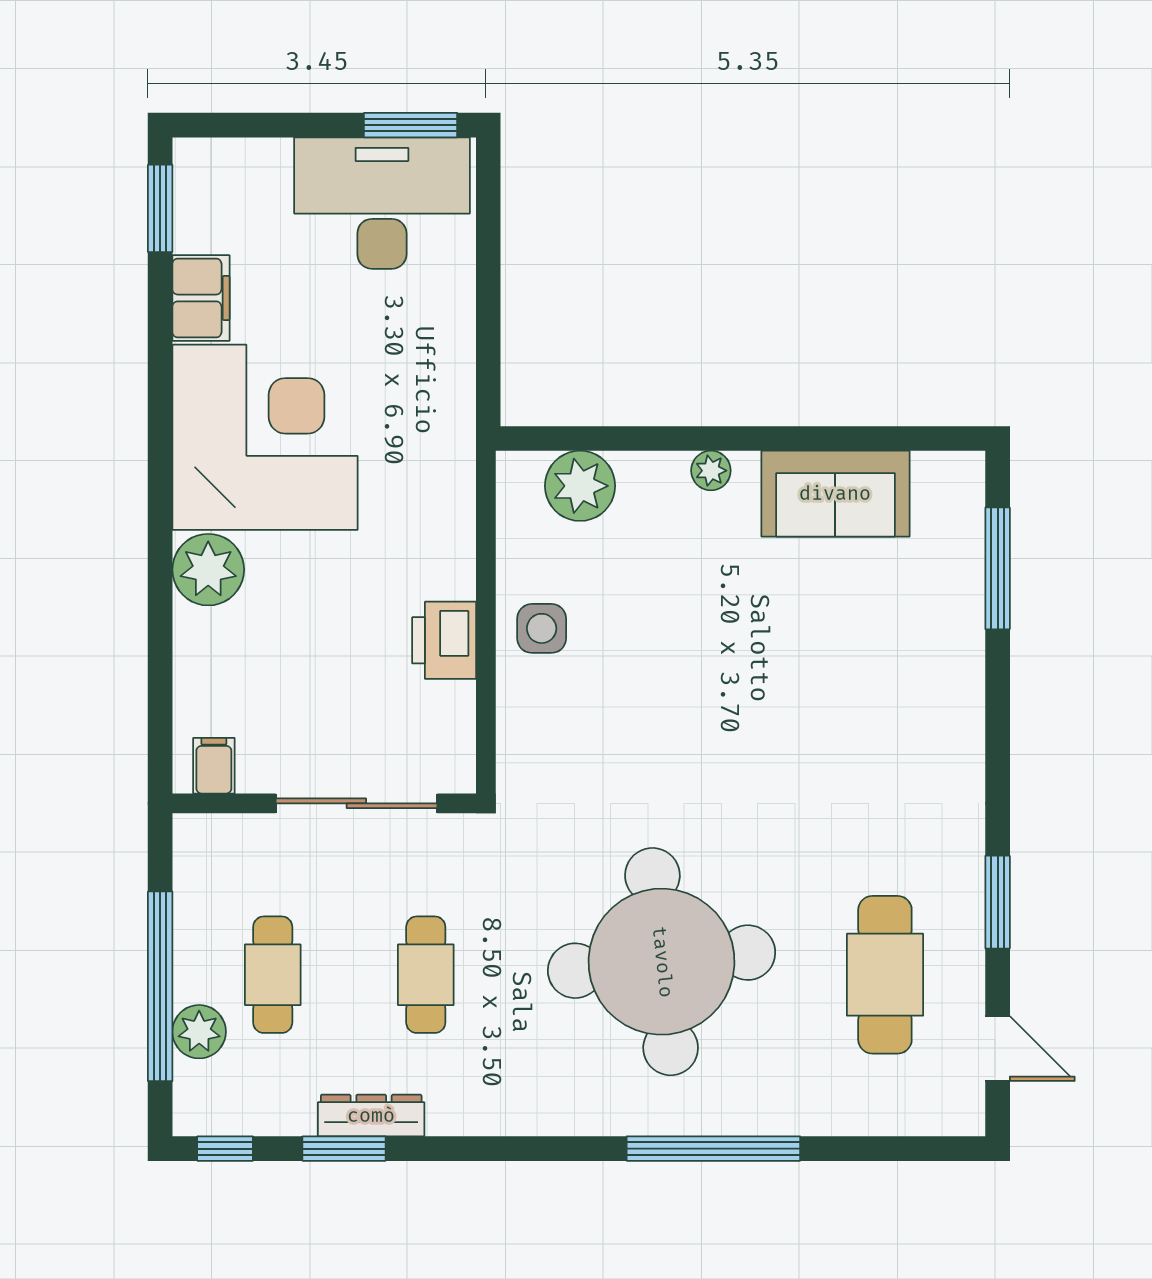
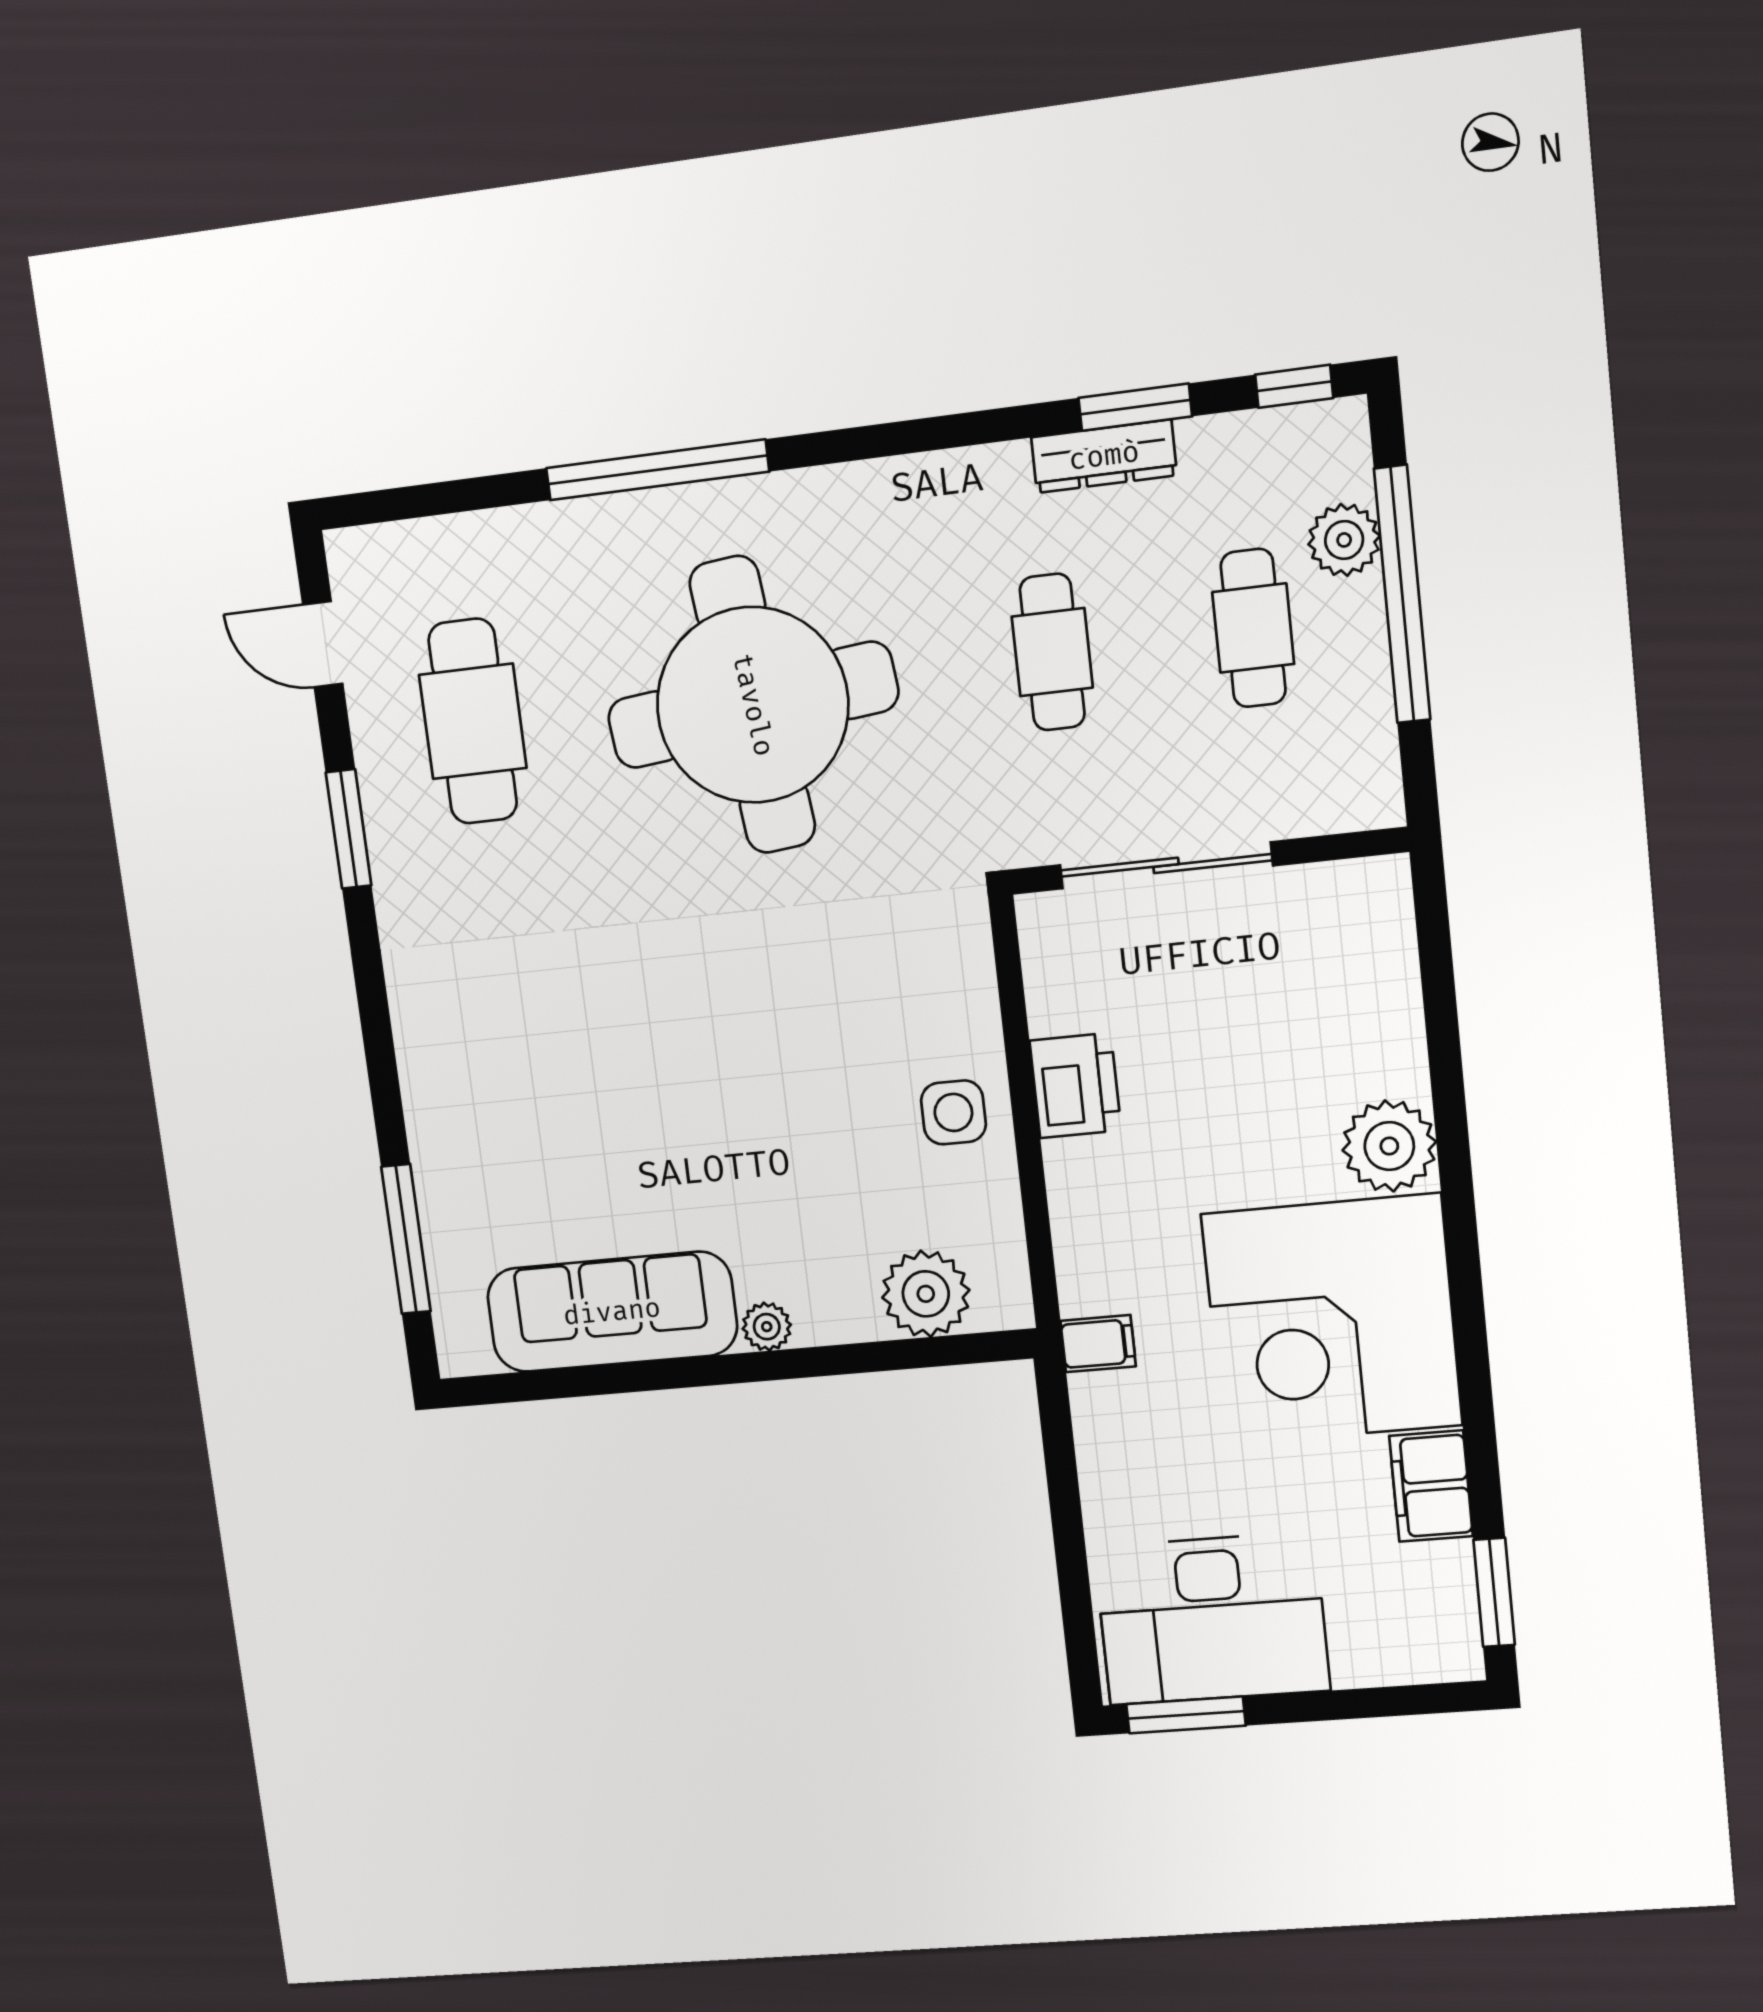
sofa: (835, 494) -> (612, 1312), width x1.36
filing cabinet: (214, 766) -> (1098, 1344), moved, turned -90

